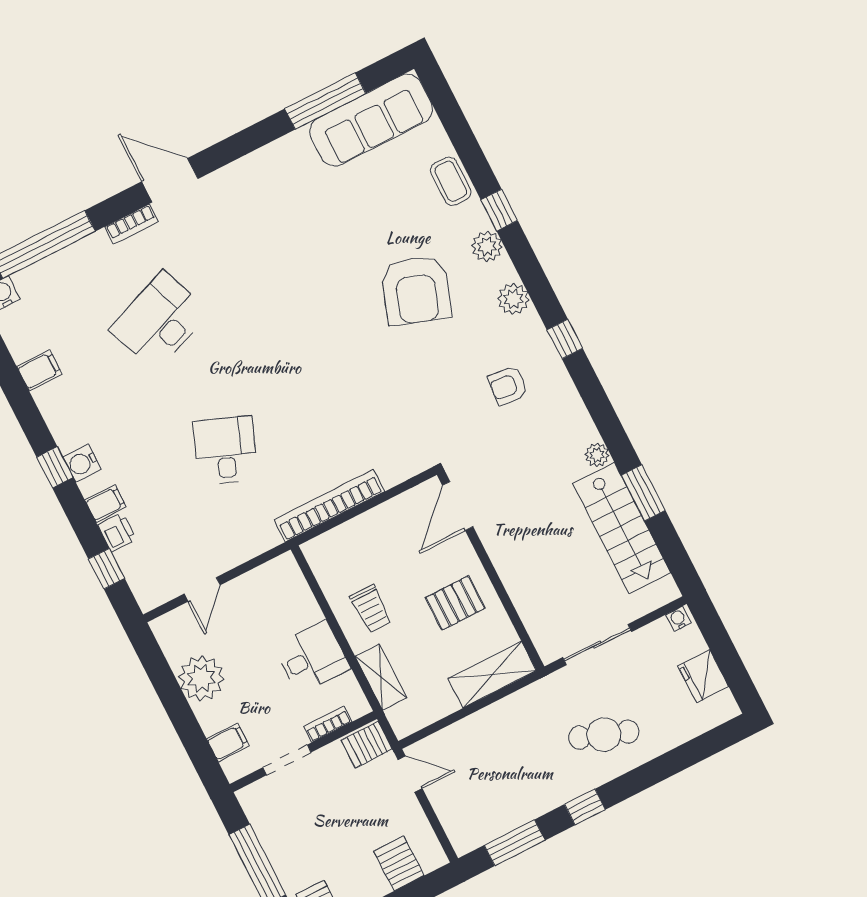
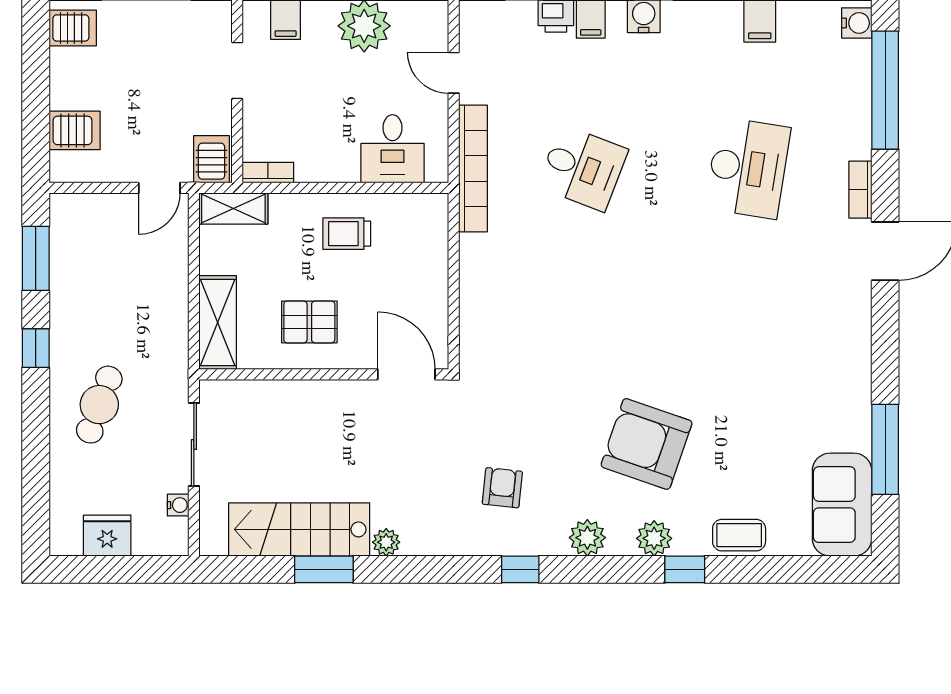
sofa: (371, 120) -> (842, 505), width x0.73
desk: (159, 321) -> (748, 168), turned 30
bookcase: (329, 506) -> (473, 169), moved
pallet: (455, 603) -> (309, 322), turned 90
water cooler: (678, 619) -> (178, 505), moved
desk: (312, 658) -> (393, 149), moved
shelving: (381, 677) -> (233, 208), moved
bookcase: (328, 724) -> (268, 173), moved, turned -90

